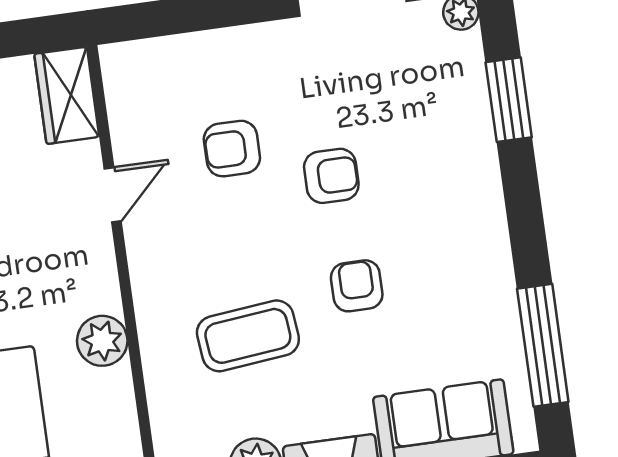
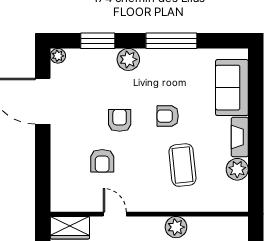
plant: (475, 177) -> (128, 59), added
window: (543, 345) -> (171, 41), moved

